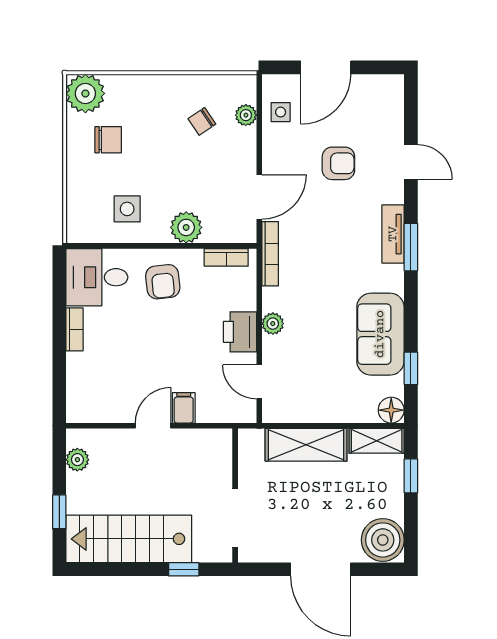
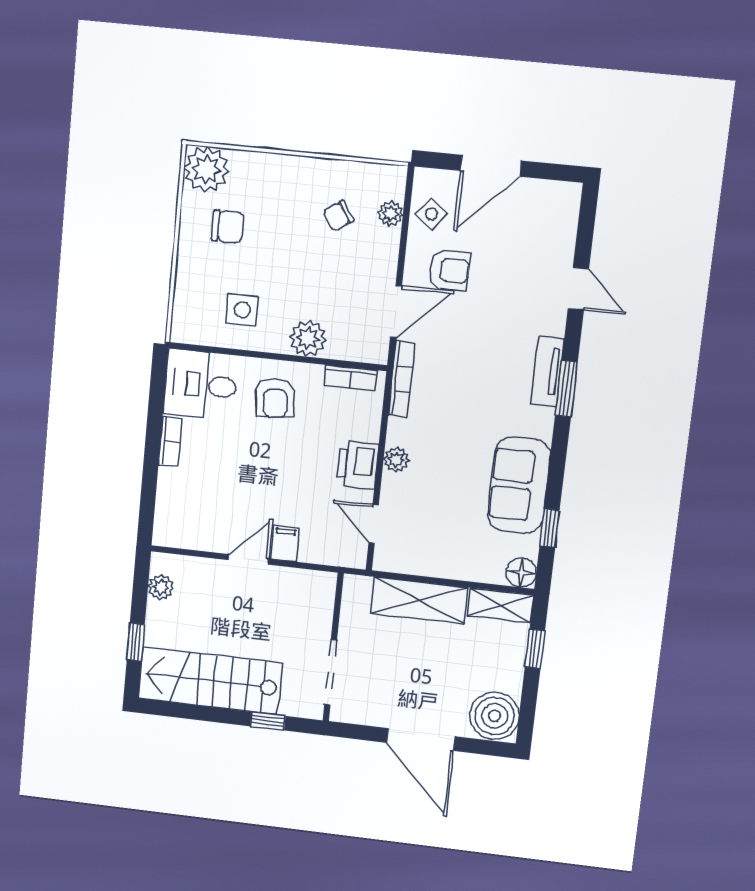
side table: (281, 112) -> (432, 214), turned 38
armchair: (338, 163) -> (449, 270), moved

